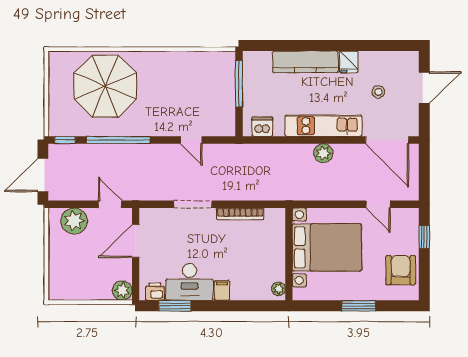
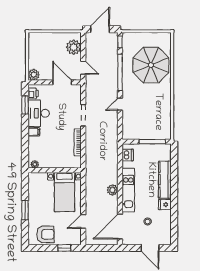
door: (191, 140) -> (120, 104), moved
door: (43, 175) -> (100, 29), hinge flipped
door: (110, 204) -> (83, 68), hinge flipped
bed with nightstands: (327, 247) -> (65, 192), width x0.73

